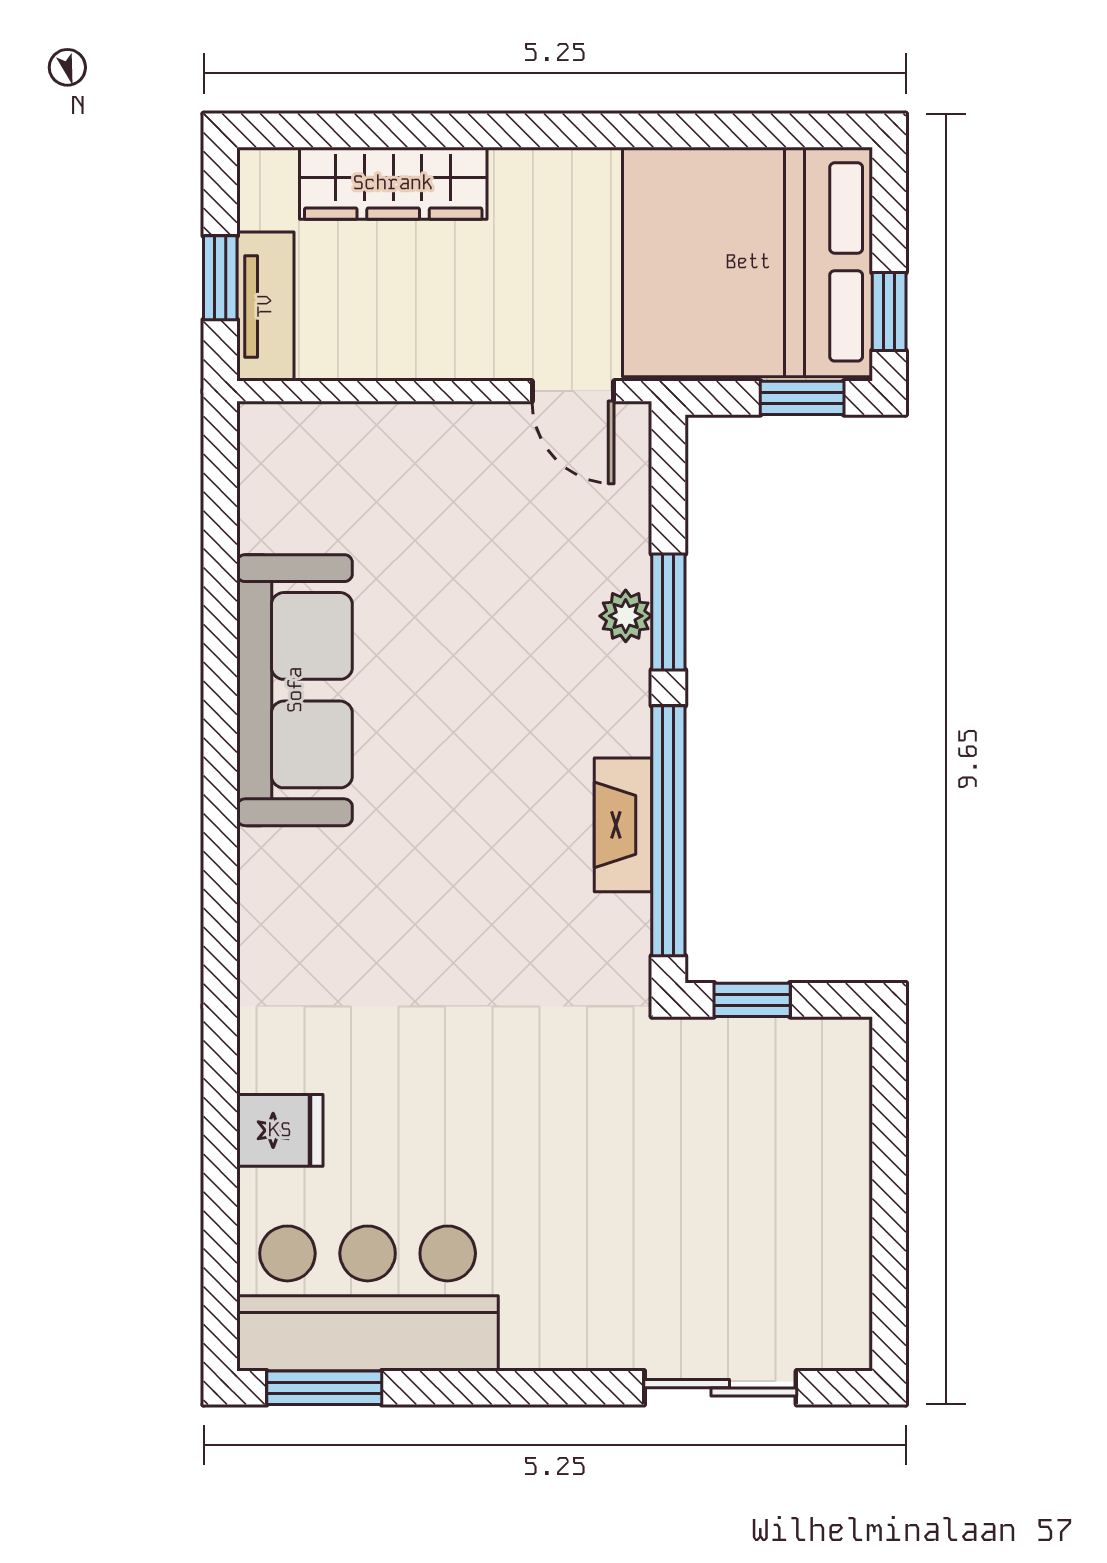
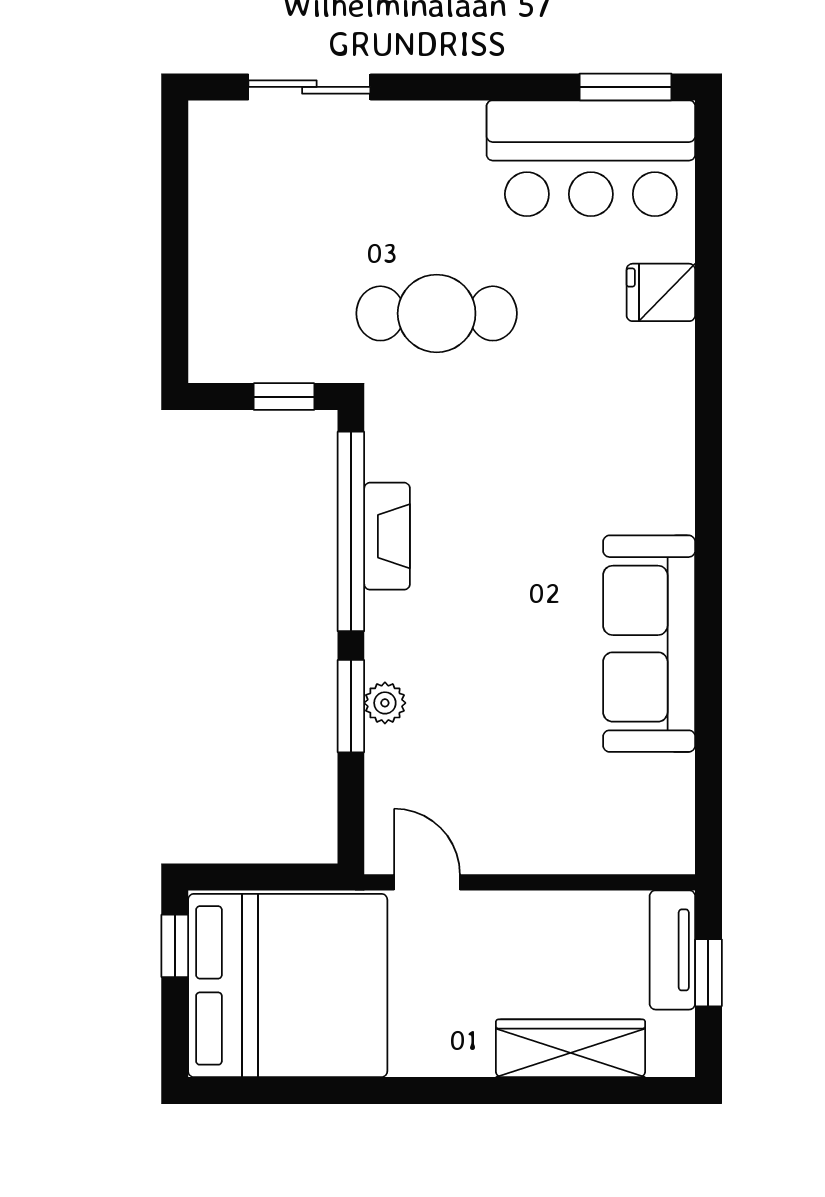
window: (802, 398) -> (244, 877), removed
cafe table: (561, 1104) -> (437, 313), added

